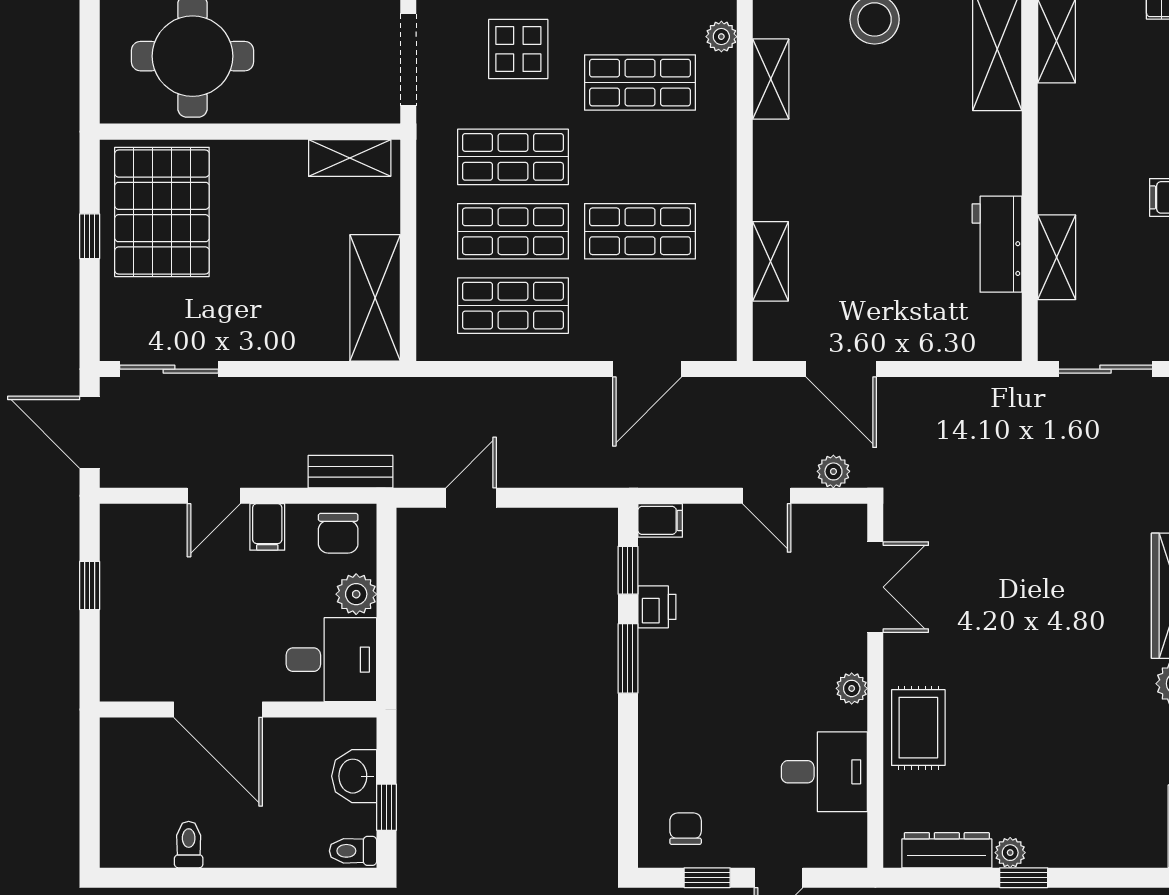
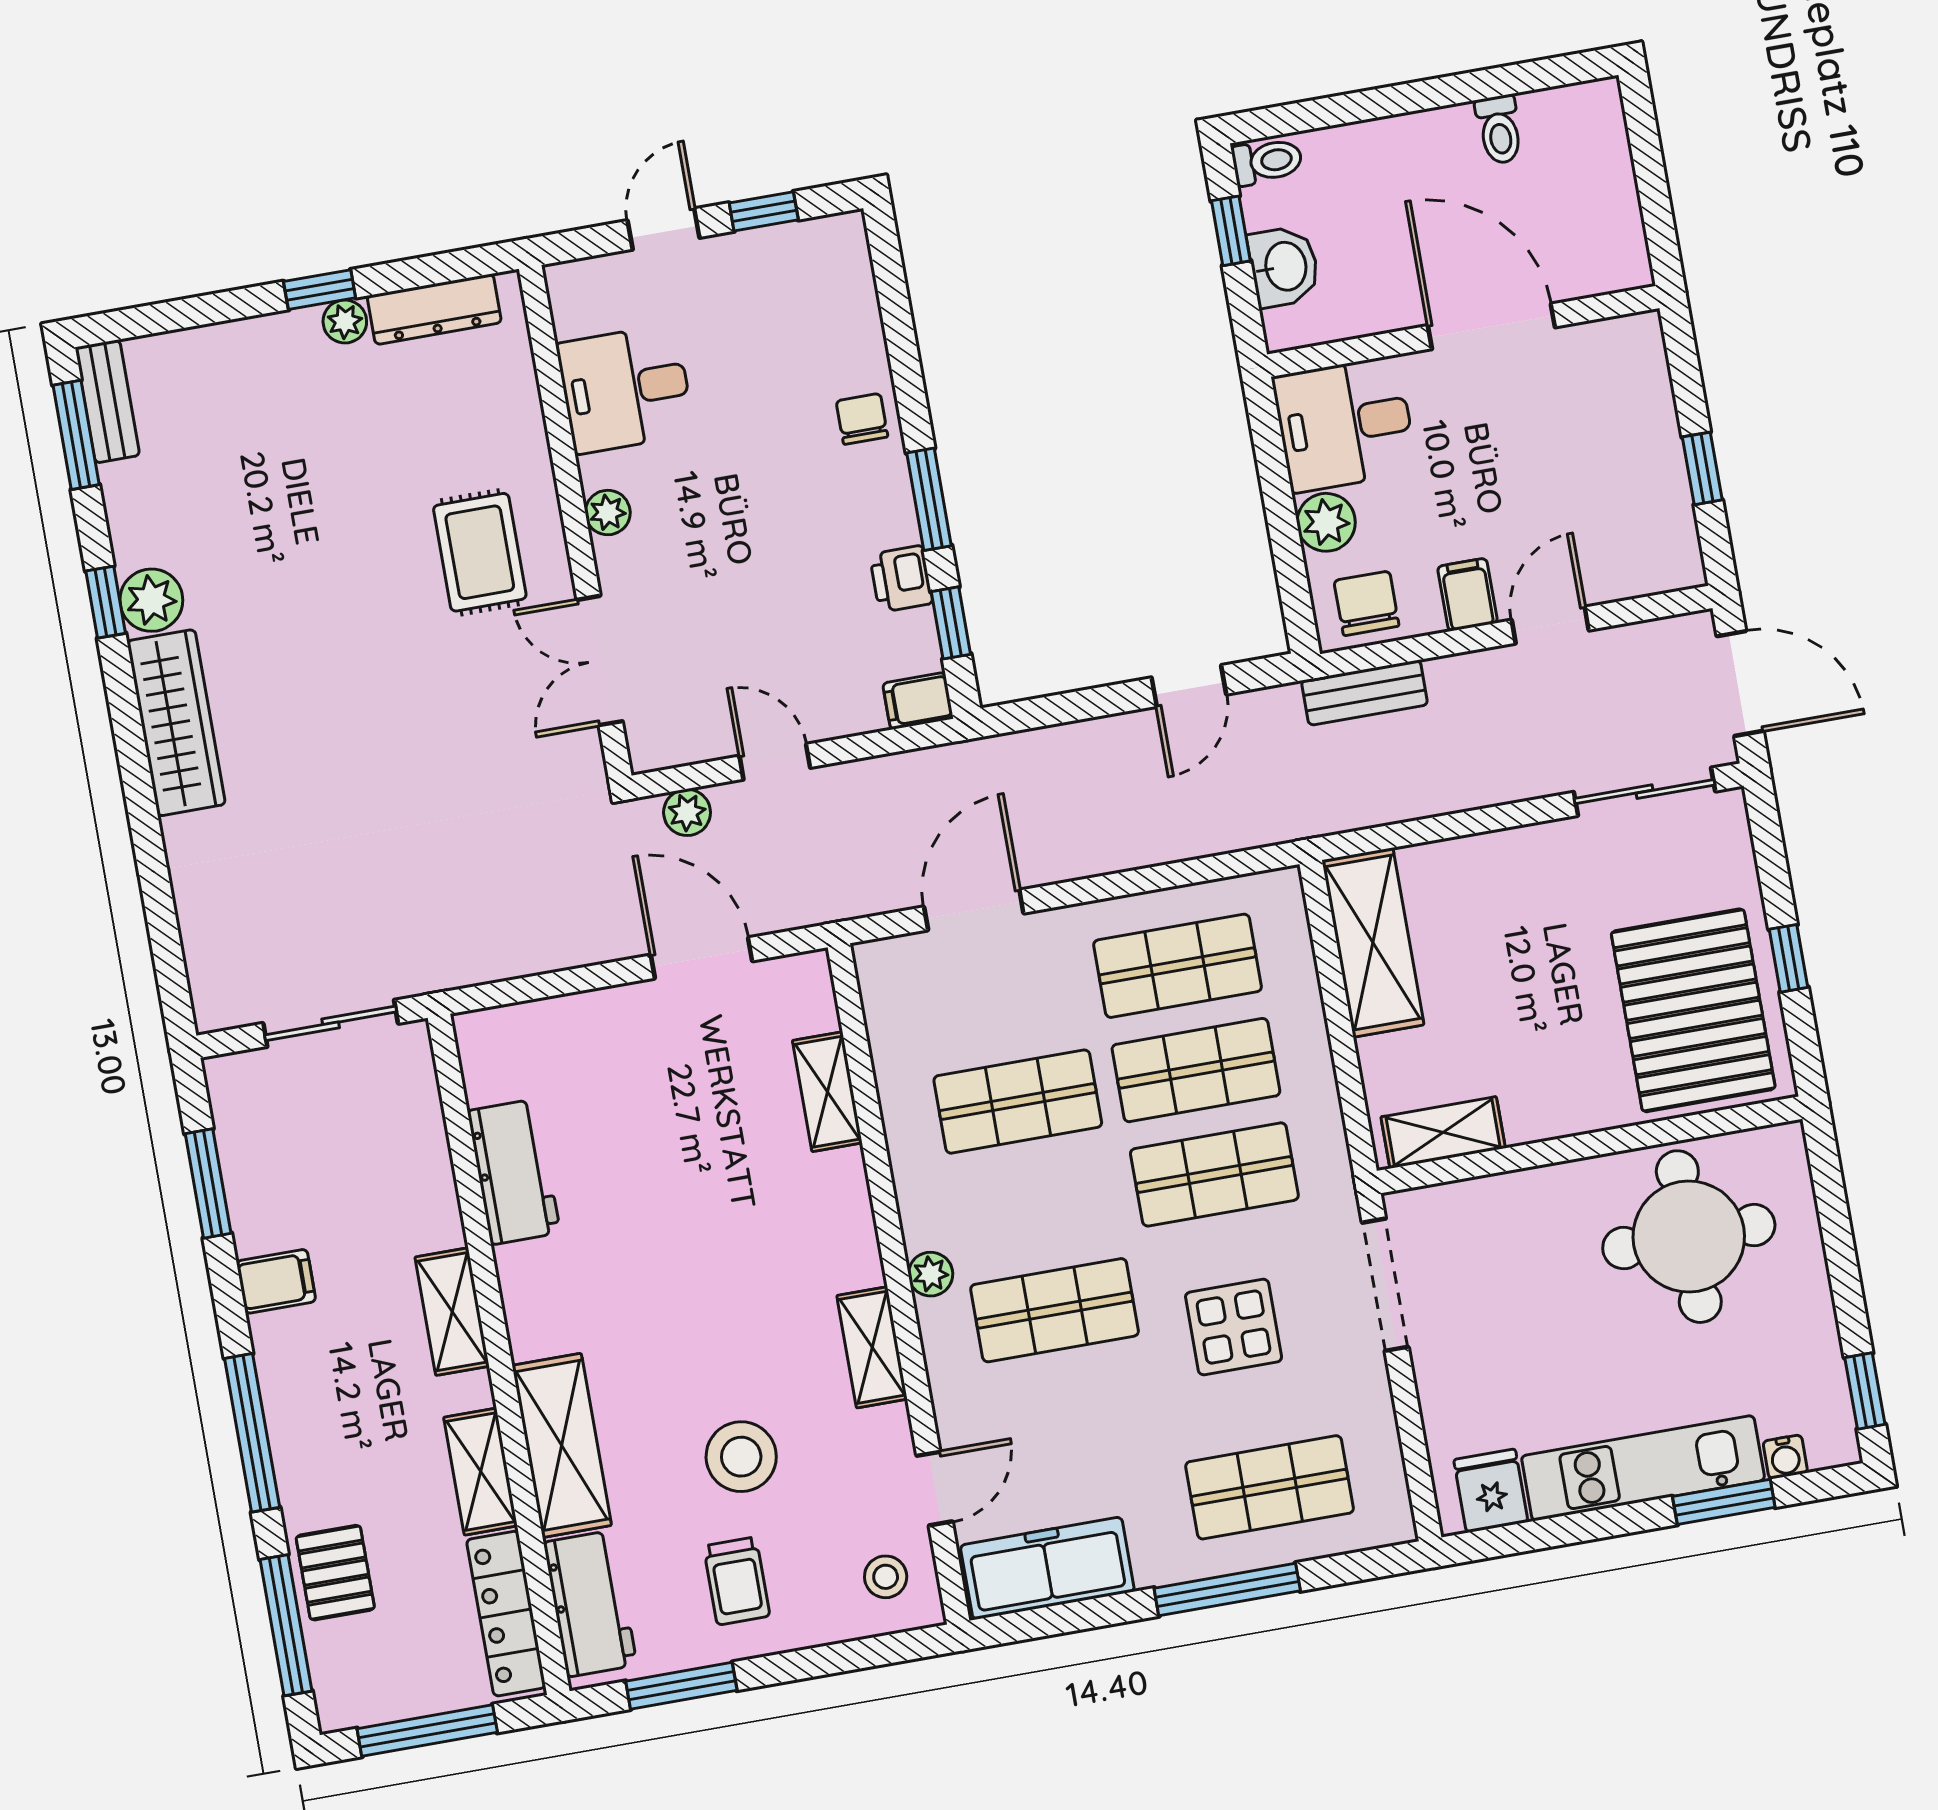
plant: (721, 37) -> (931, 1274), moved
shelving: (1057, 257) -> (452, 1312), moved
rug: (918, 728) -> (480, 552), moved
chair: (686, 829) -> (862, 419), moved, turned 180

